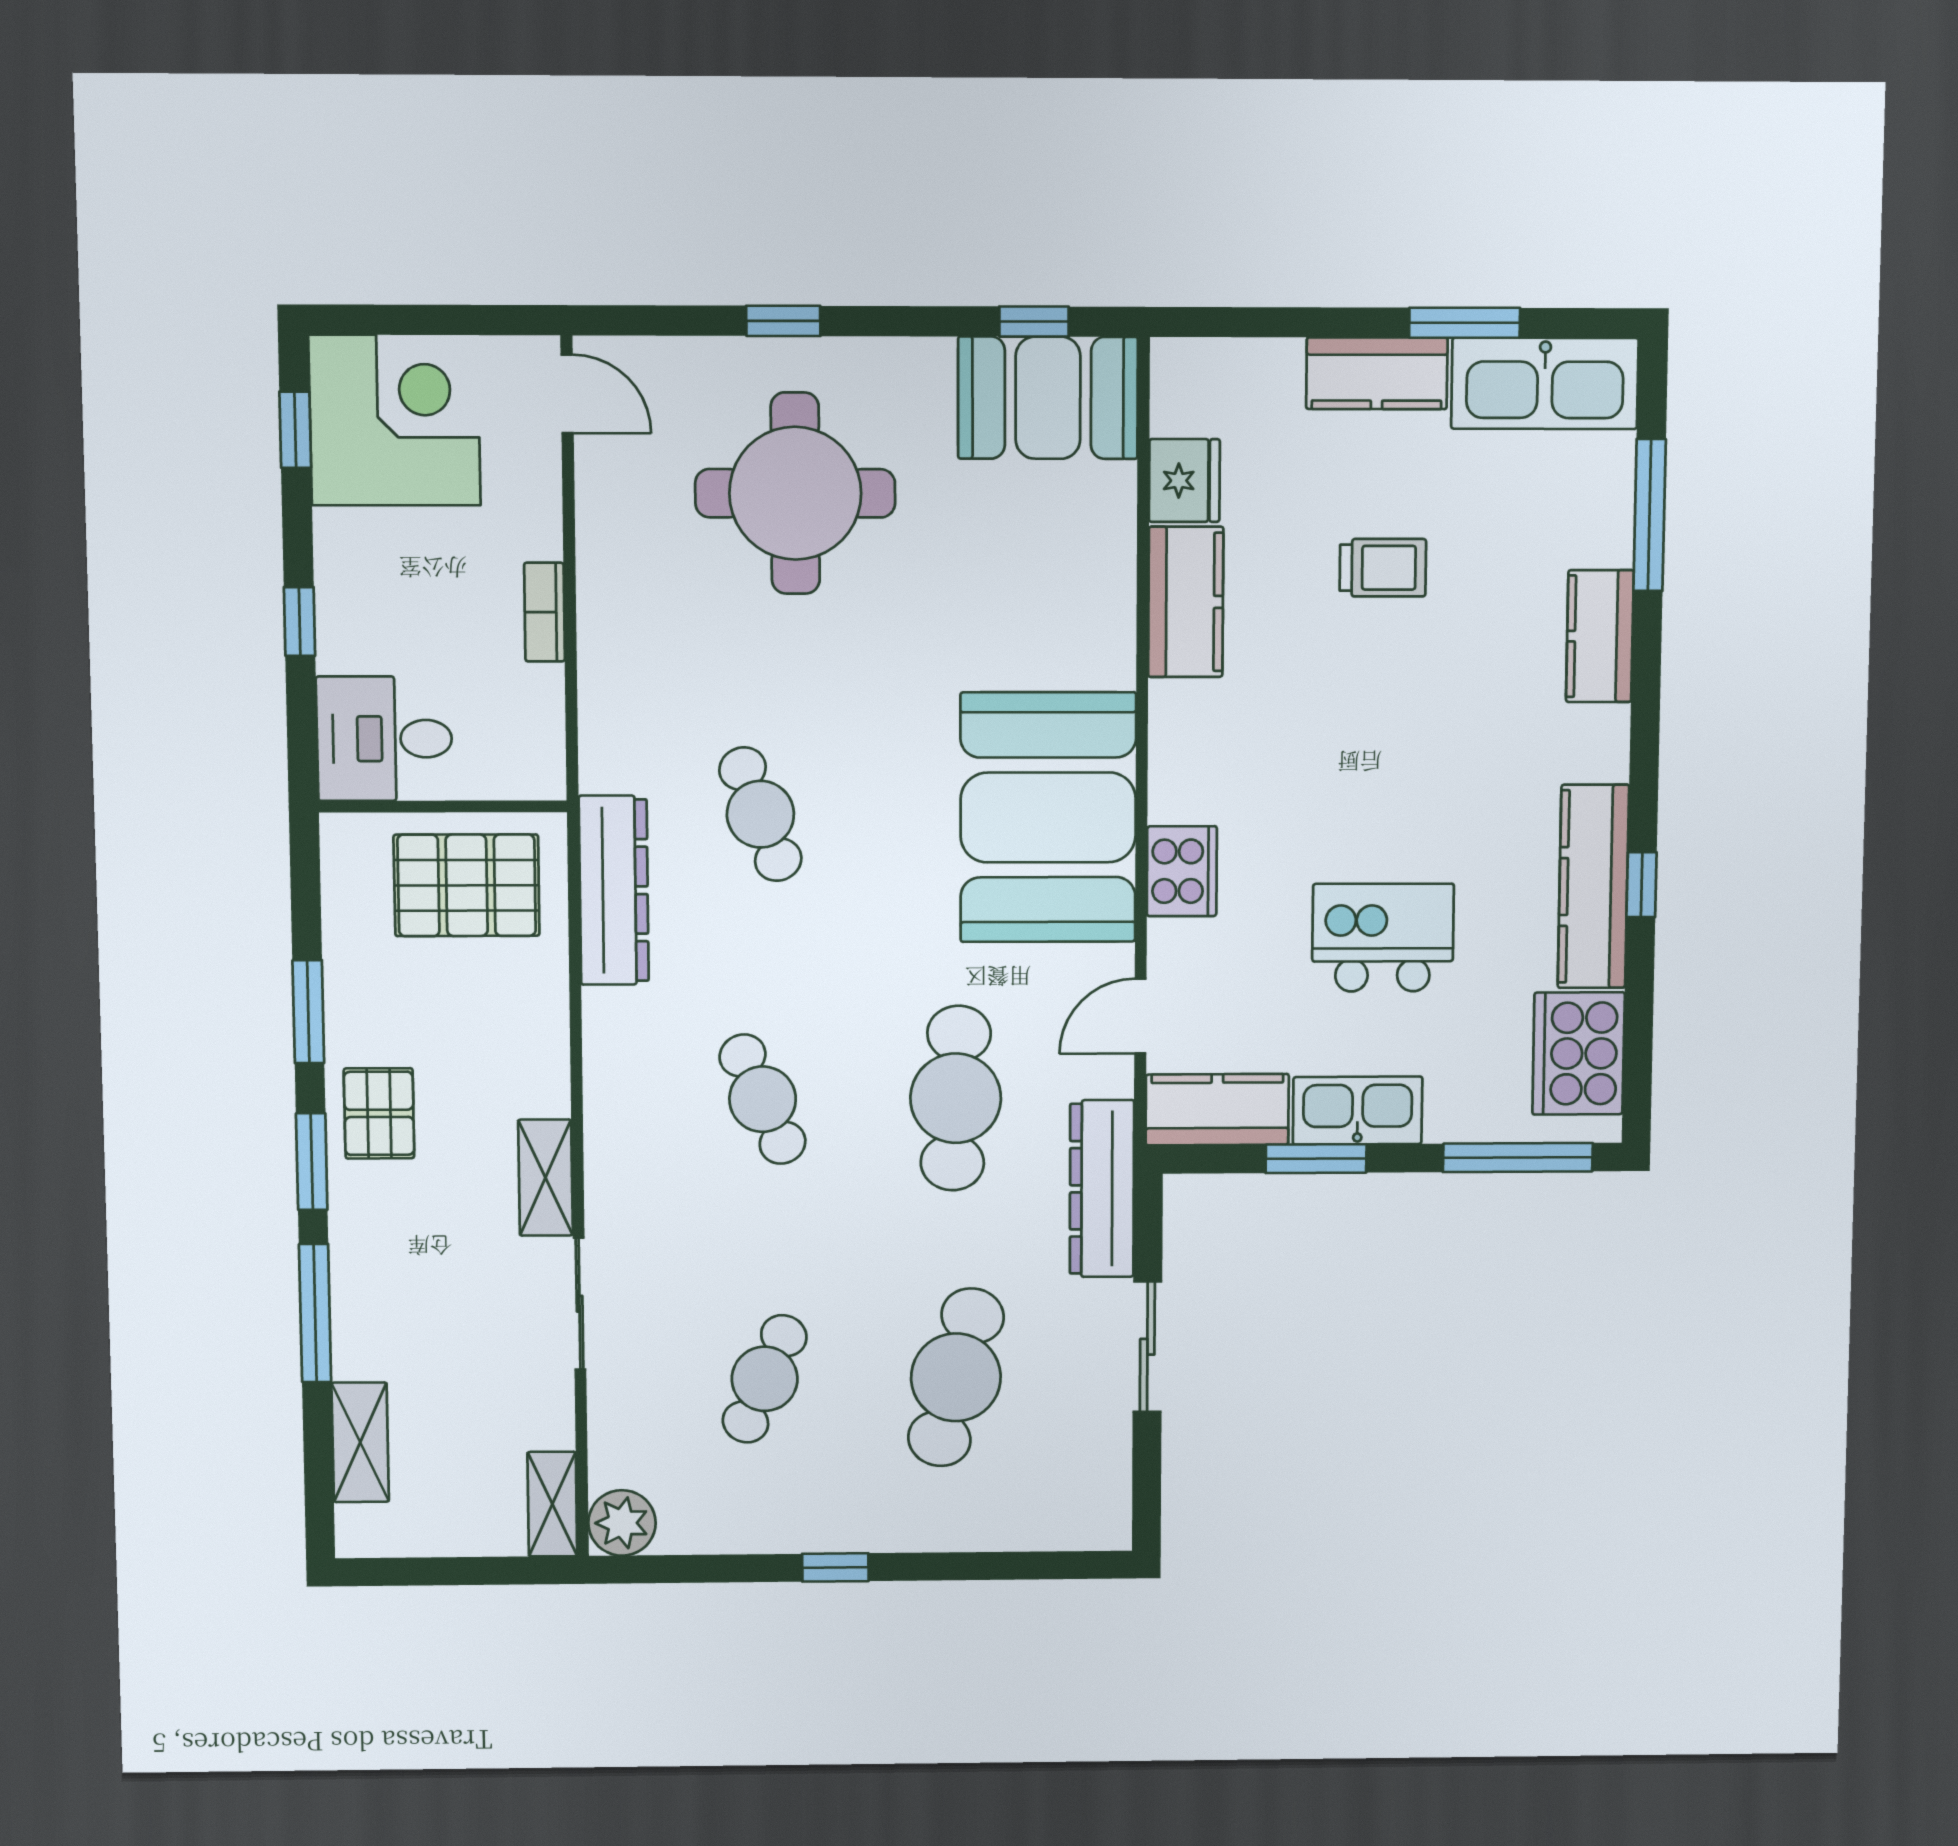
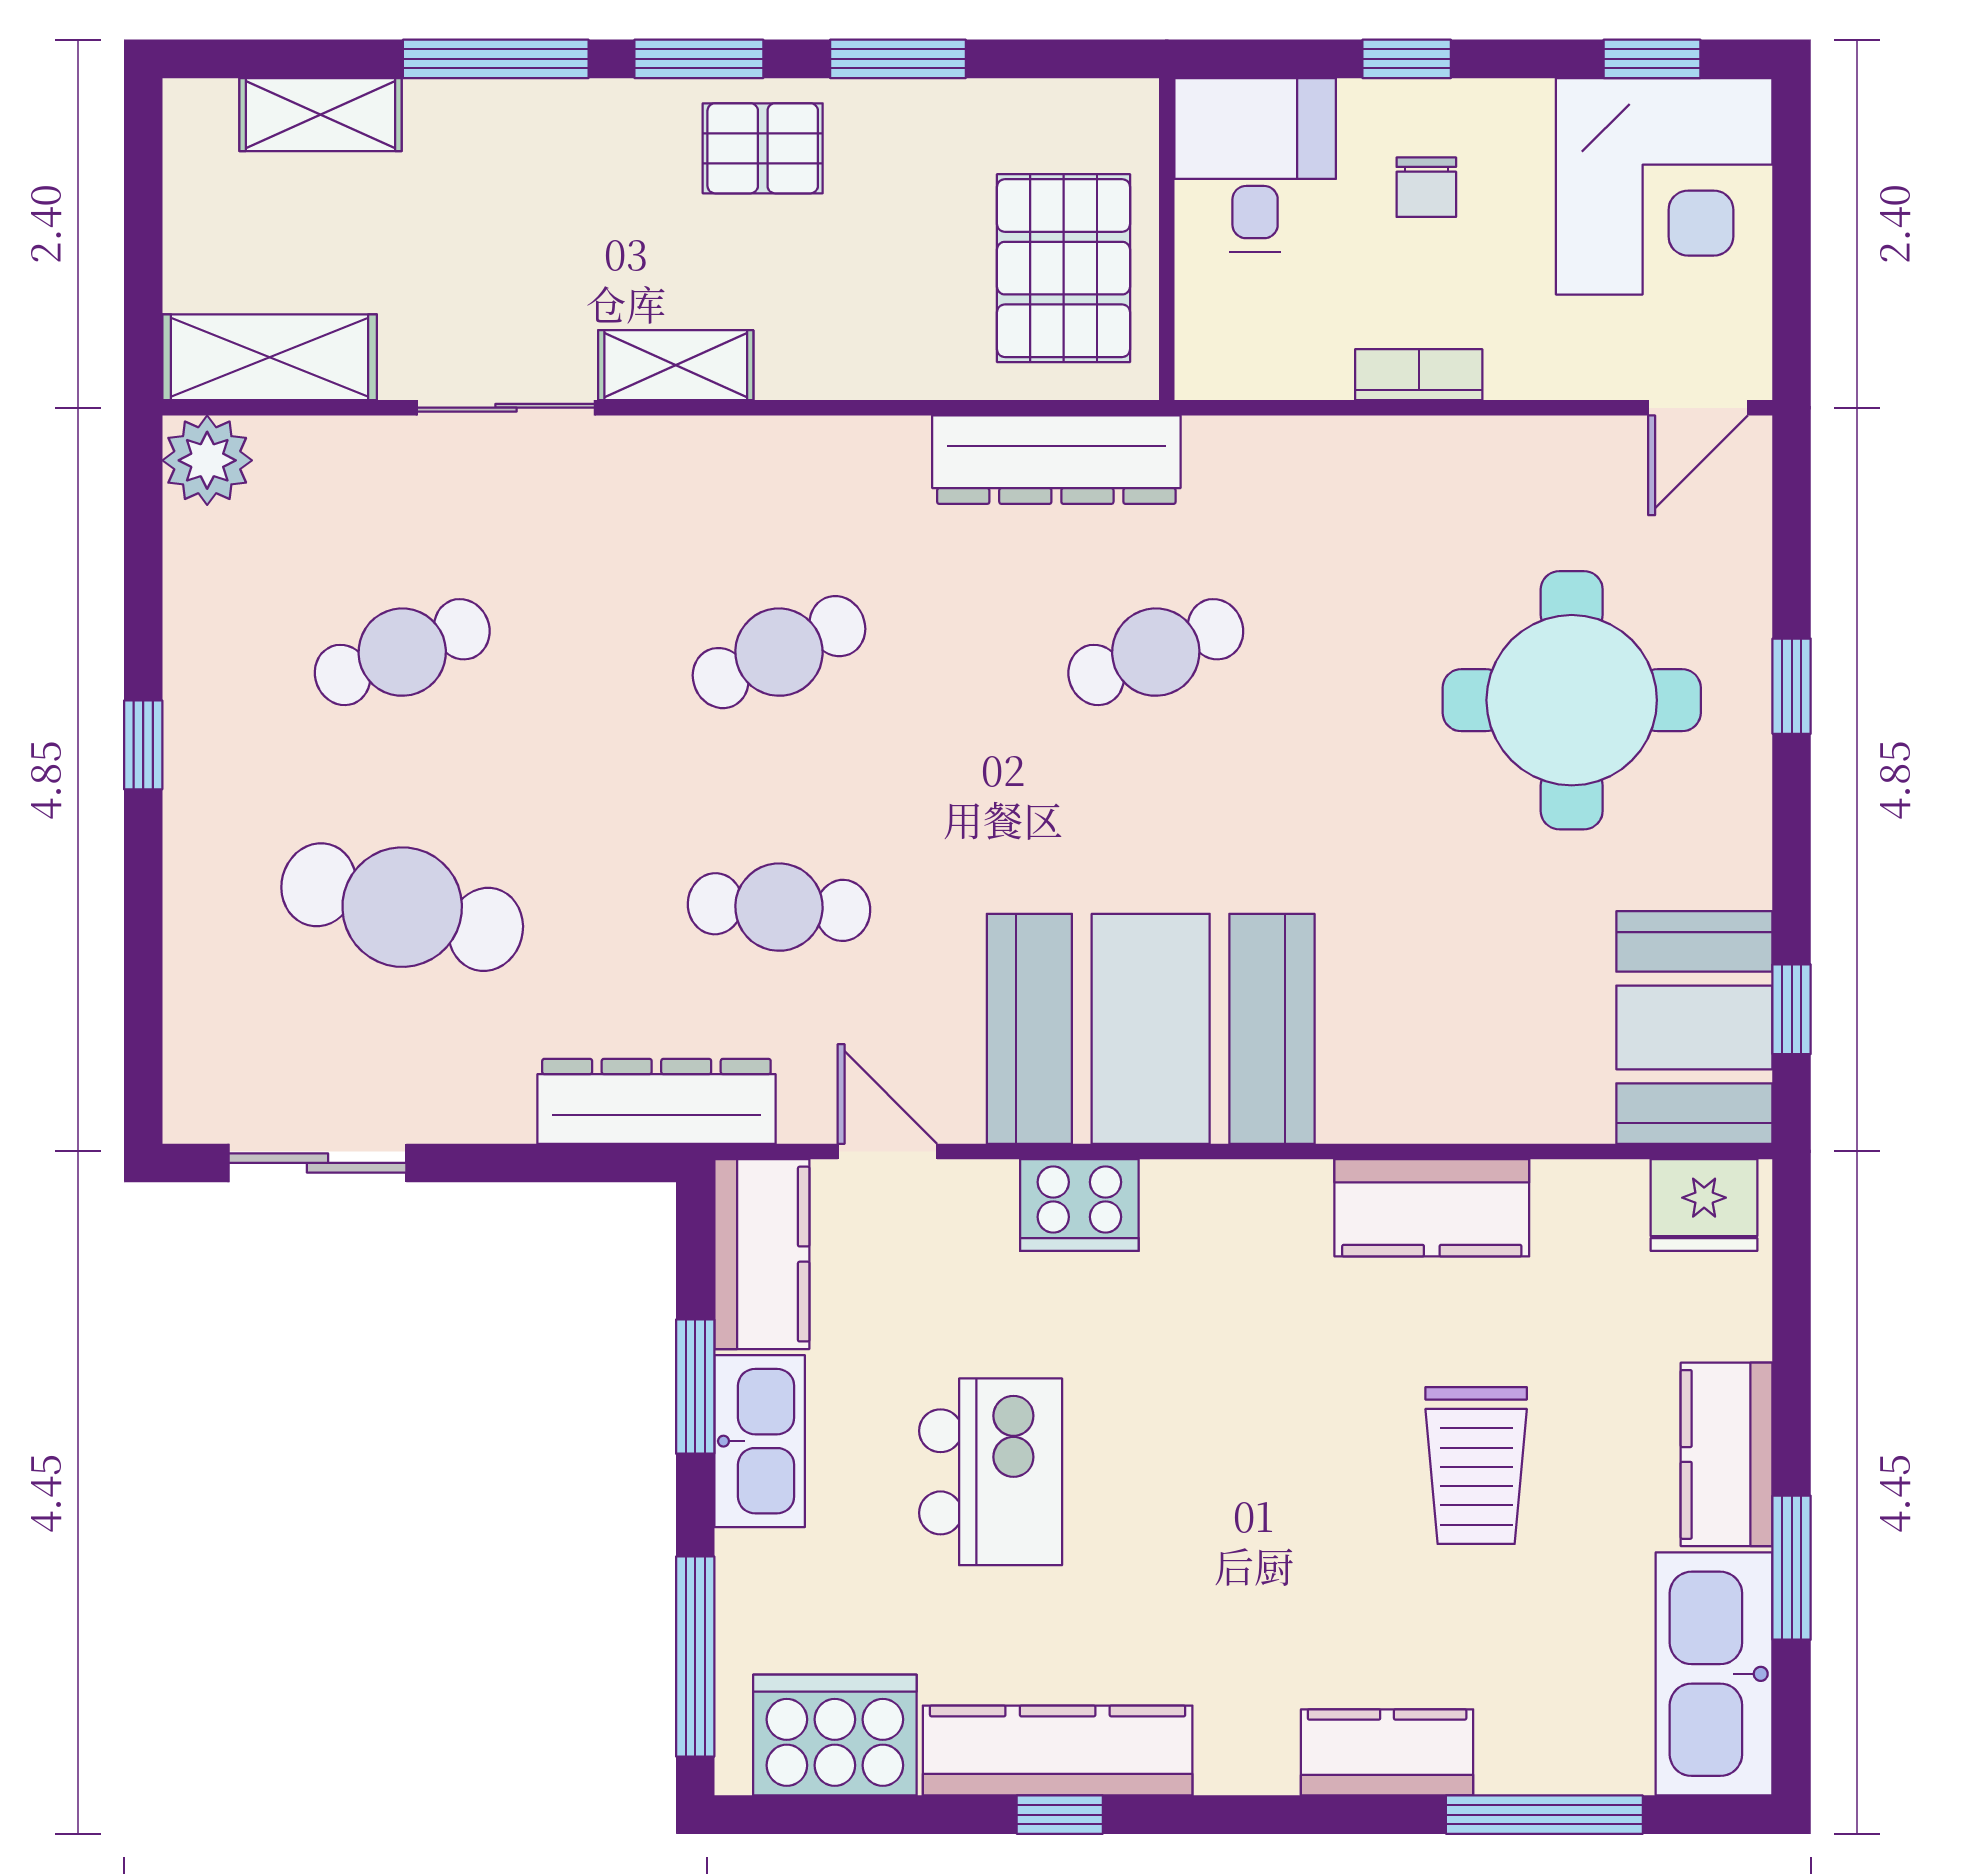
fridge: (1184, 481) -> (1704, 1205), moved
trolley: (1383, 568) -> (1476, 1465), width x1.36, depth x1.39
chair: (399, 606) -> (1426, 187), added
cafe table: (956, 1098) -> (779, 907), width x0.73, depth x0.74
sliding door: (1147, 1347) -> (317, 1163), moved
cafe table: (765, 1379) -> (402, 652), turned -45
shelving: (552, 1504) -> (270, 357), width x1.50, depth x1.33

